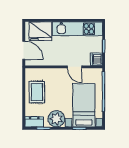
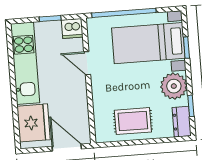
door: (24, 50) -> (67, 148), hinge flipped
door: (74, 67) -> (87, 63), swing flipped

